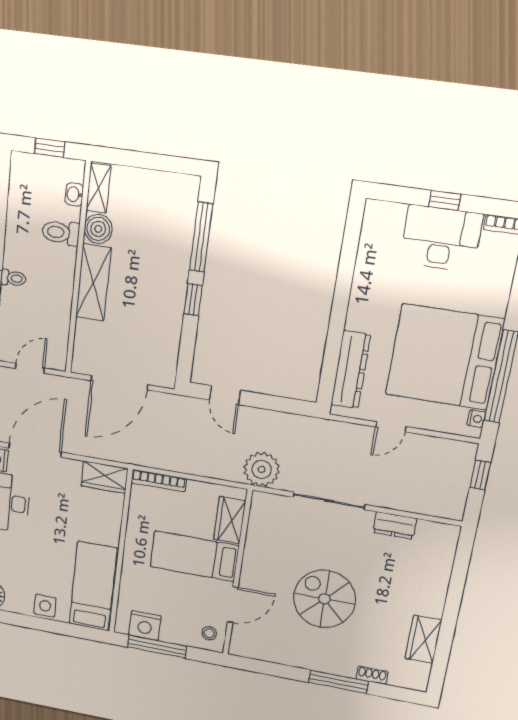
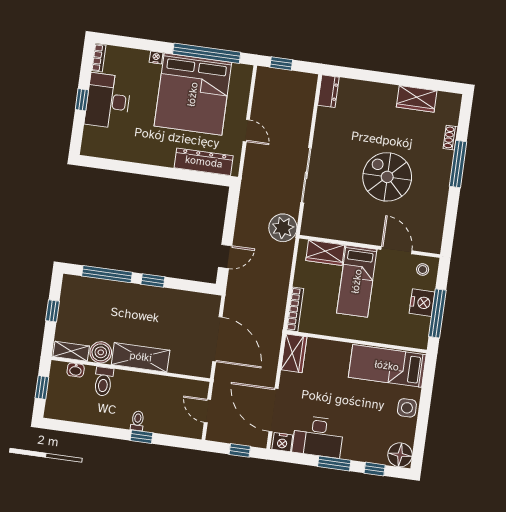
window: (151, 161) -> (53, 311), added
nightstand: (476, 419) -> (156, 57), moved
dresser: (395, 525) -> (328, 91), moved
spiral stairs: (324, 599) -> (387, 177), turned 90
nightstand: (145, 625) -> (422, 303), moved

